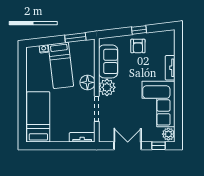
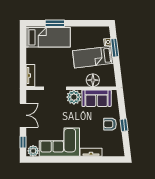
window: (75, 38) -> (115, 48), moved
floor lamp: (87, 82) -> (93, 80), moved
window: (22, 109) -> (55, 23), added

